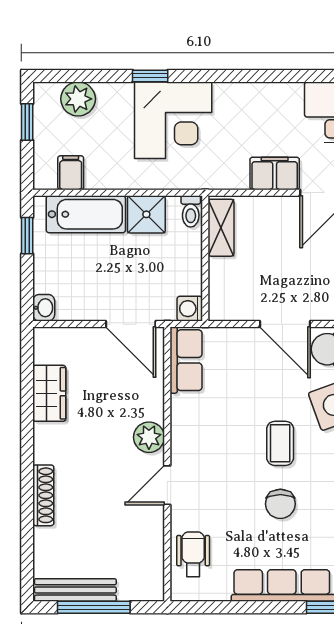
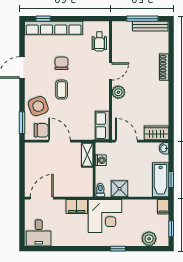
corner desk: (173, 120) -> (105, 216), moved, turned 180
filing cabinet: (71, 173) -> (163, 207), moved
filing cabinet: (275, 173) -> (77, 206), moved
bathtub: (86, 214) -> (161, 180), moved, turned -90
shelving: (221, 228) -> (87, 155), moved
washing machine: (190, 309) -> (101, 160), moved
wardrobe: (49, 393) -> (156, 133), moved, turned 90

